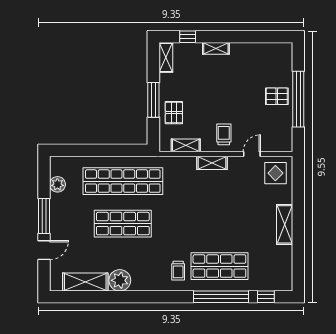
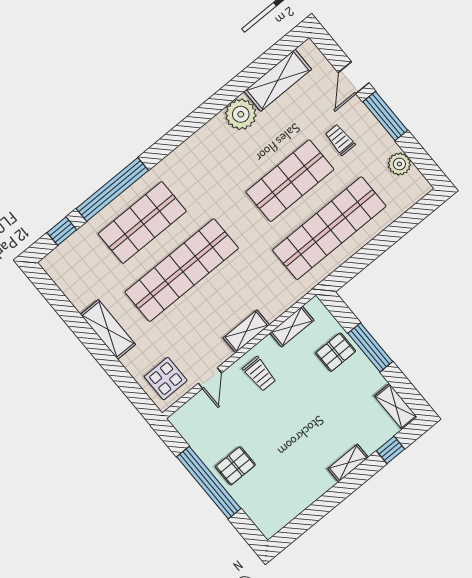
pallet: (174, 113) -> (336, 352), turned 90
shop shelf: (219, 224) -> (182, 270), added
trolley: (178, 271) -> (340, 140), moved

